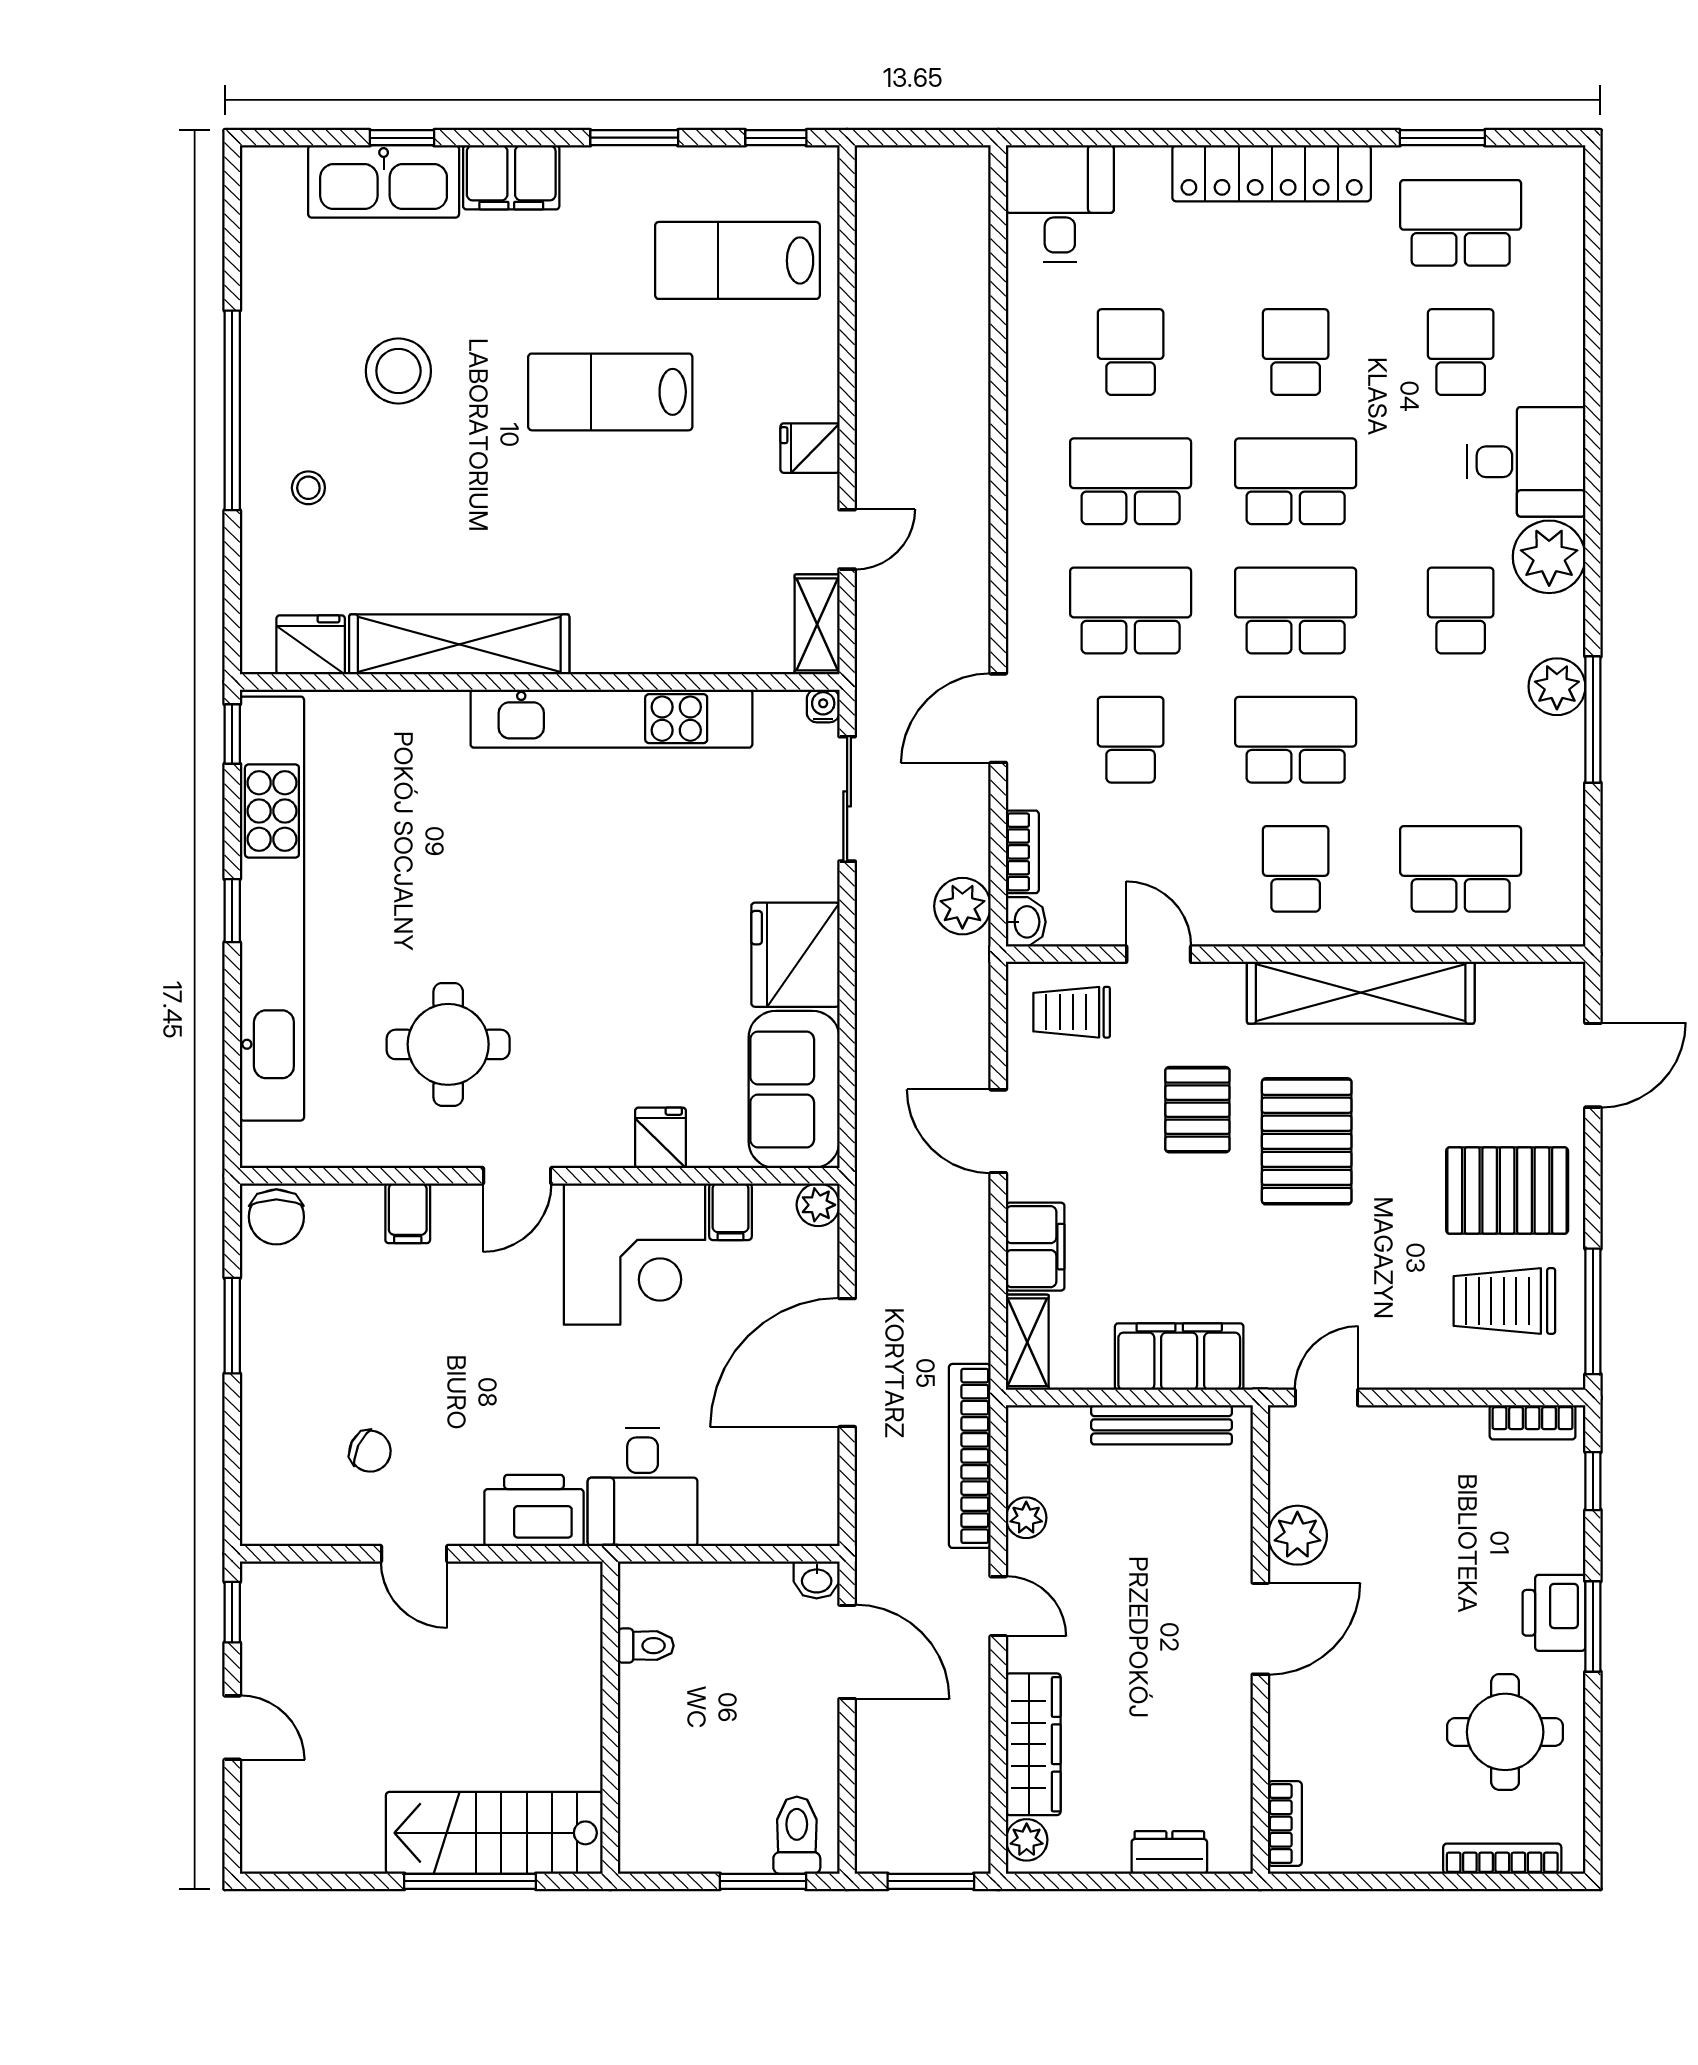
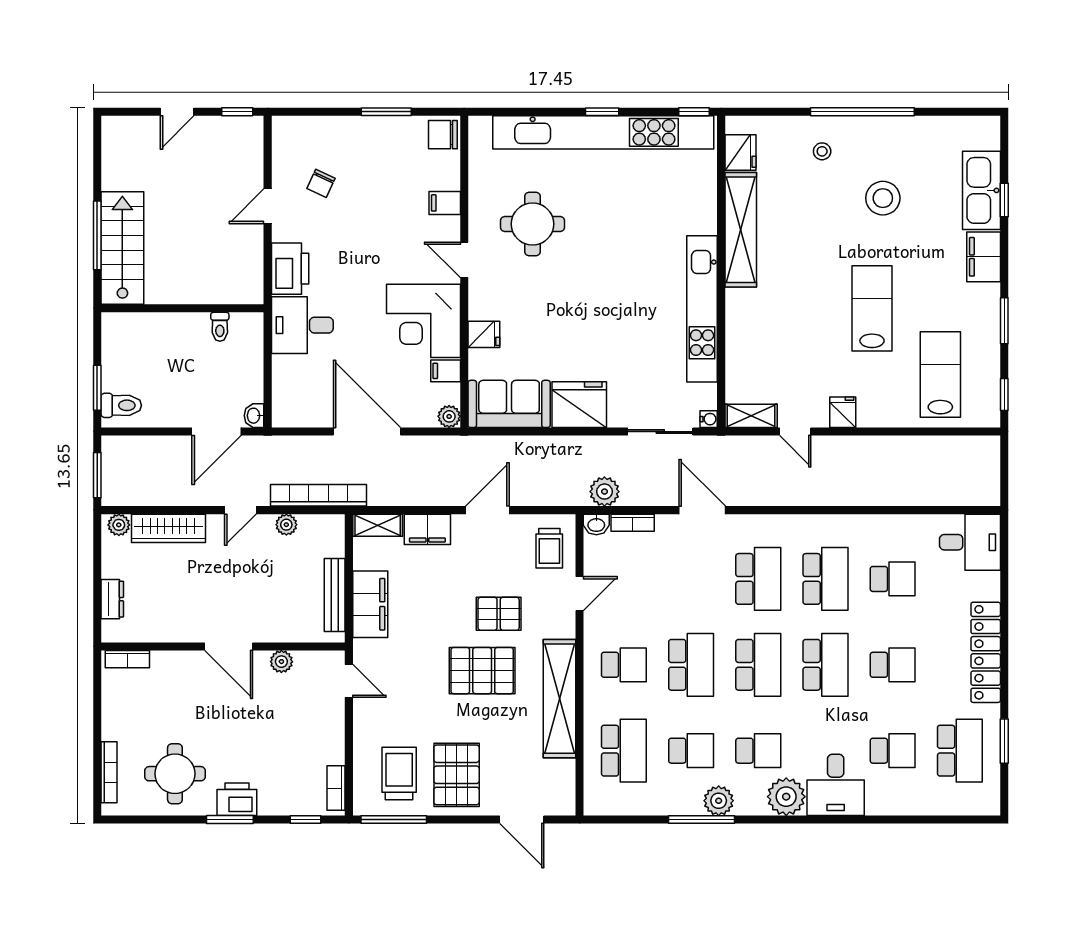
school desk: (1131, 740) -> (691, 751), moved
trolley: (1072, 1012) -> (549, 548), turned 180
plant: (1297, 1535) -> (281, 662), width x0.73, depth x0.73

